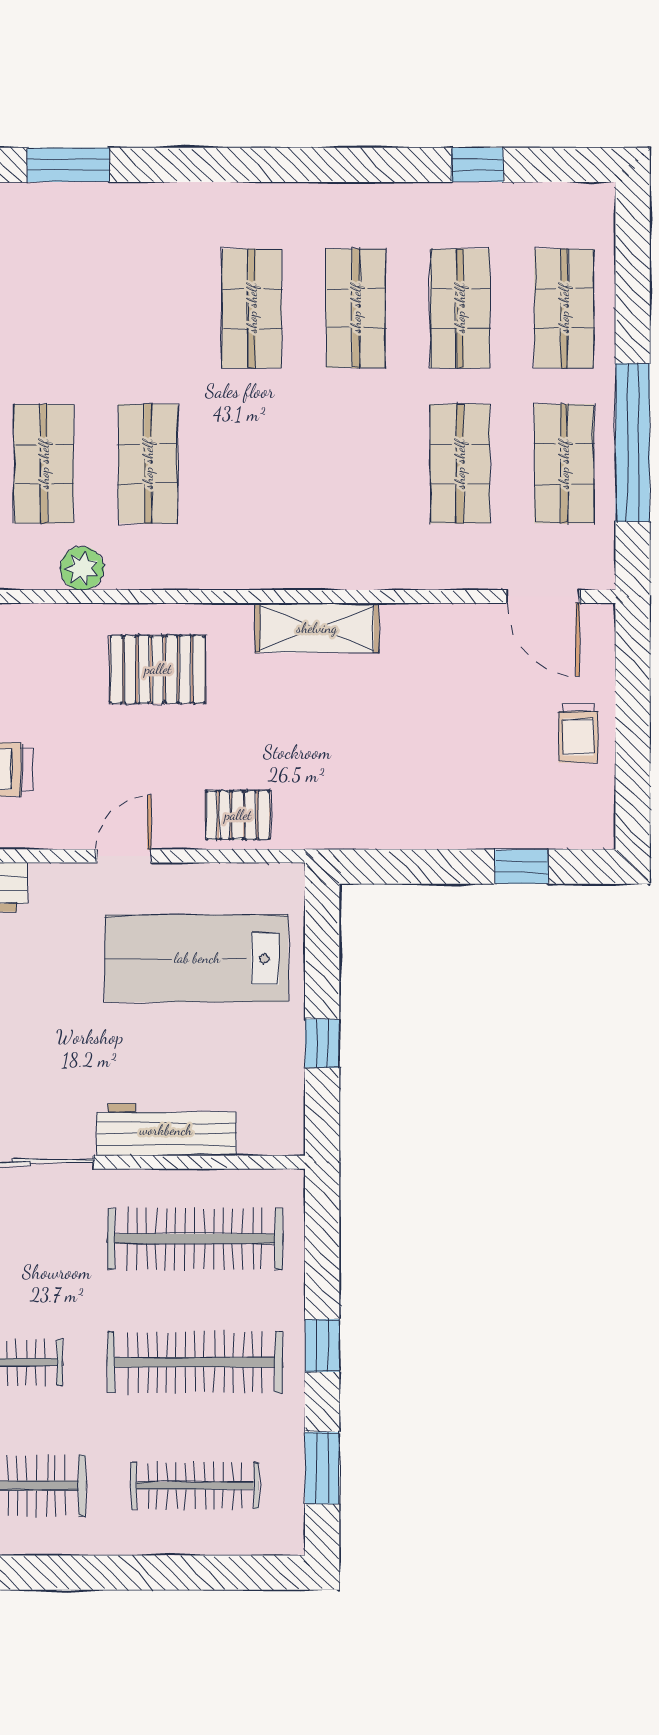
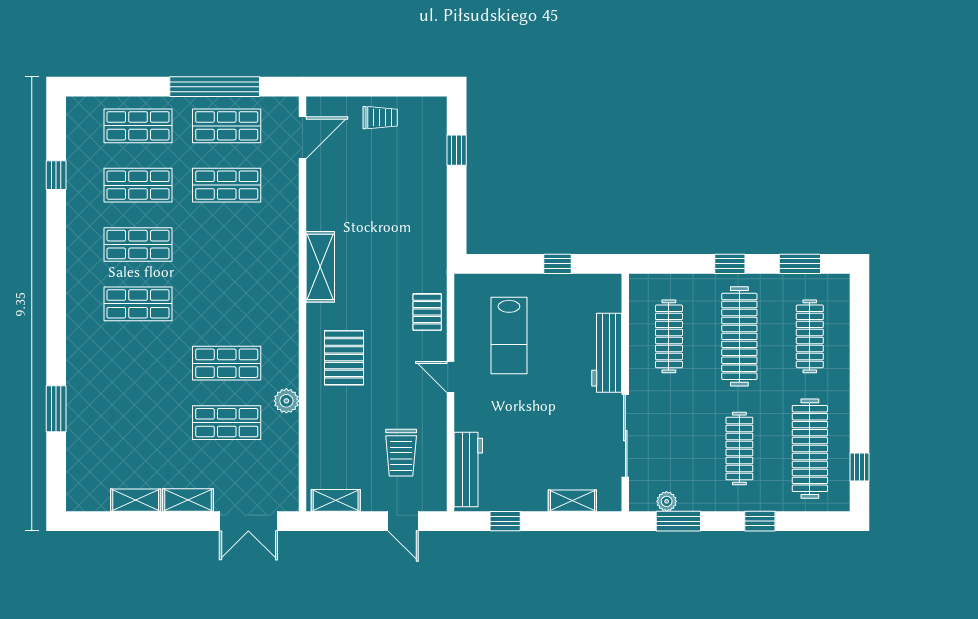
lab bench: (197, 958) -> (509, 335), width x0.73, depth x0.72
clothes rail: (195, 1239) -> (669, 336), width x0.73, depth x0.76

